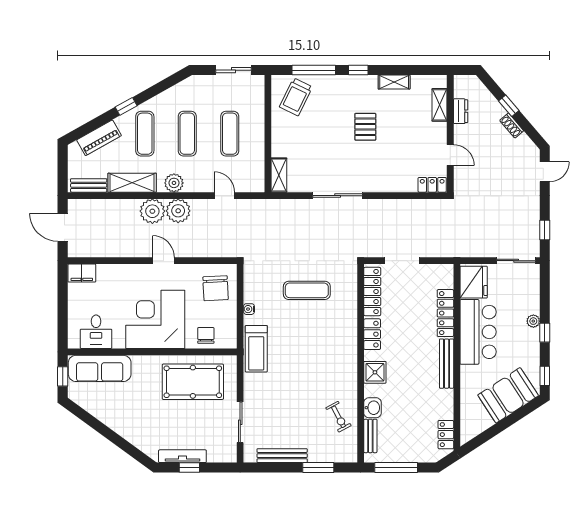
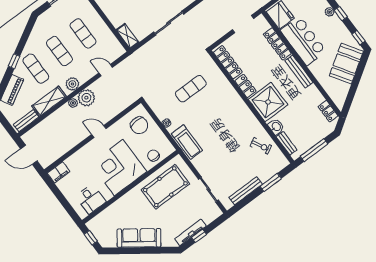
plant: (152, 211) -> (73, 103), width x0.53, depth x0.53
doorway: (402, 261) -> (243, 24), moved
sofa: (100, 368) -> (139, 238), moved, turned -144
shower: (375, 372) -> (268, 102), width x1.86, depth x1.86

